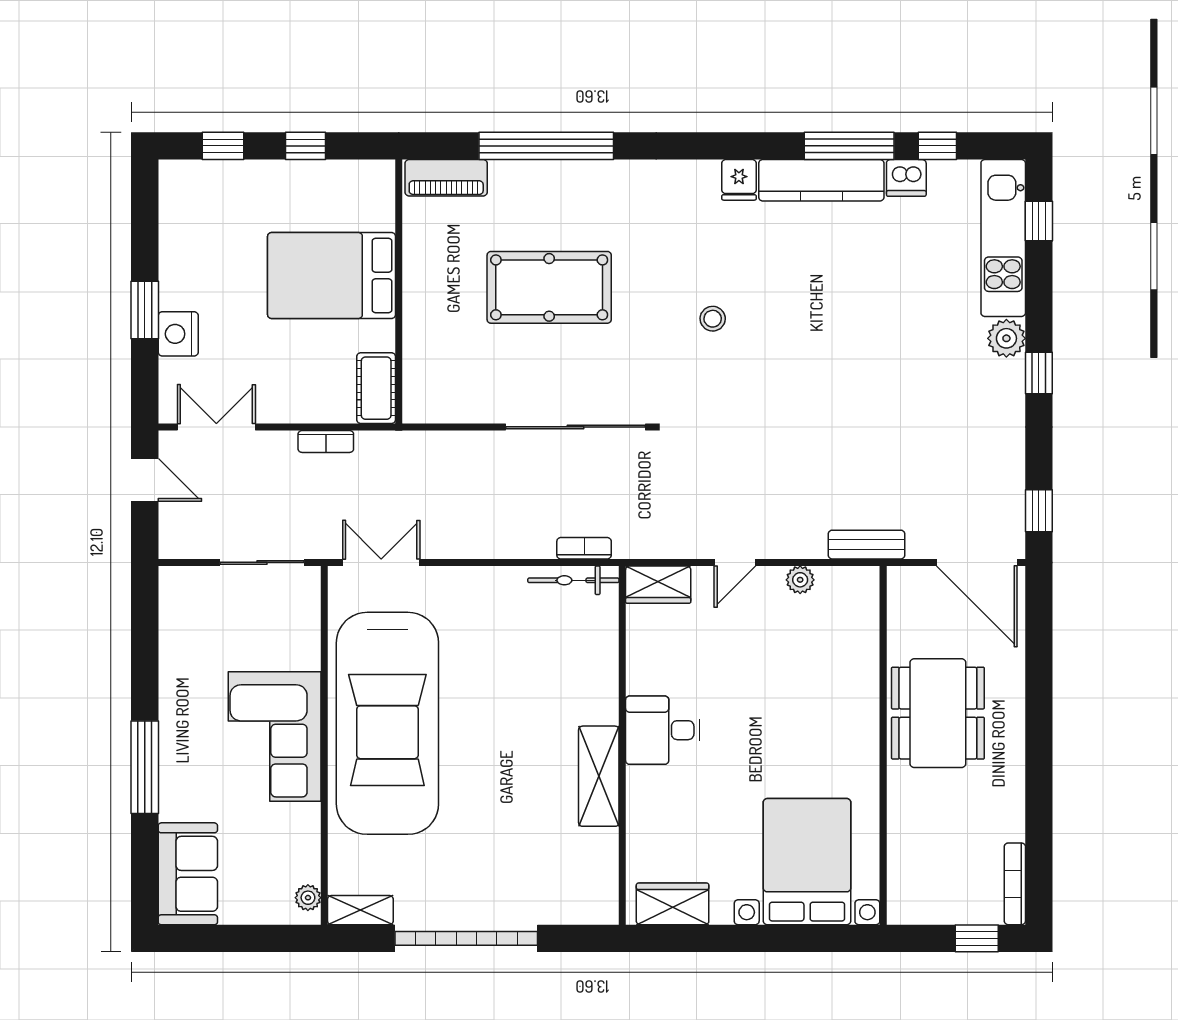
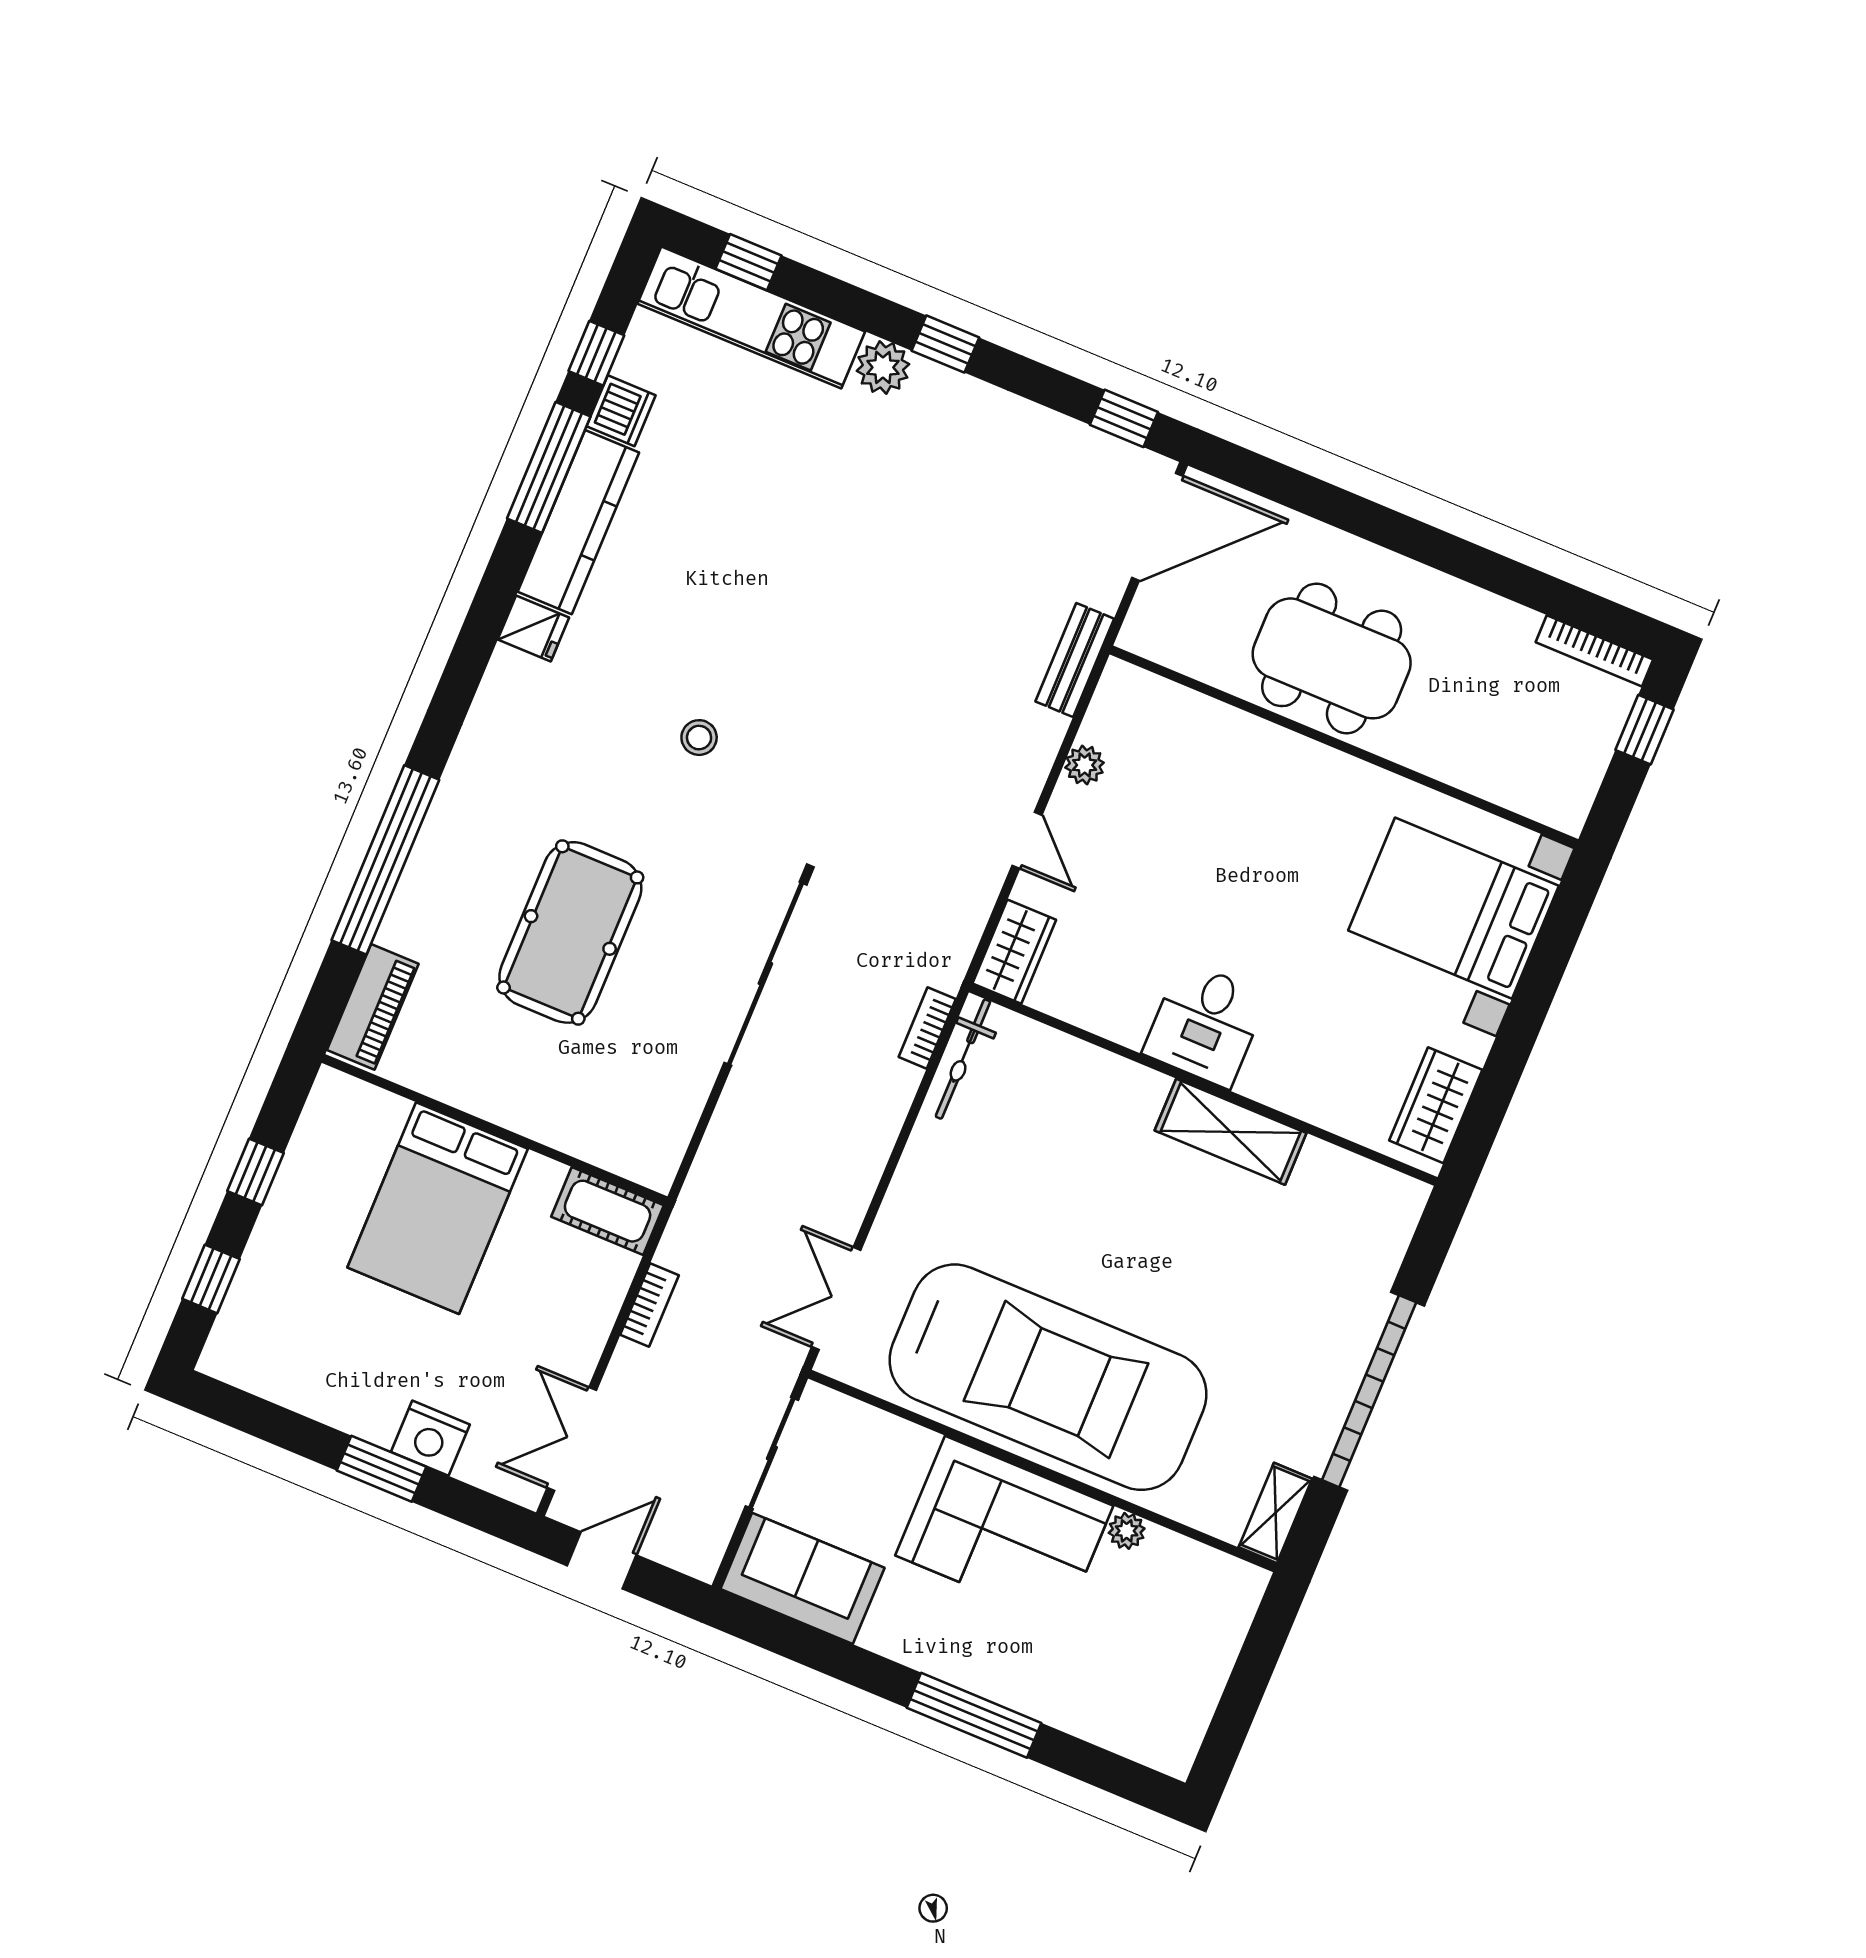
sofa: (188, 874) -> (802, 1578), moved
plant: (308, 898) -> (1127, 1531), moved

